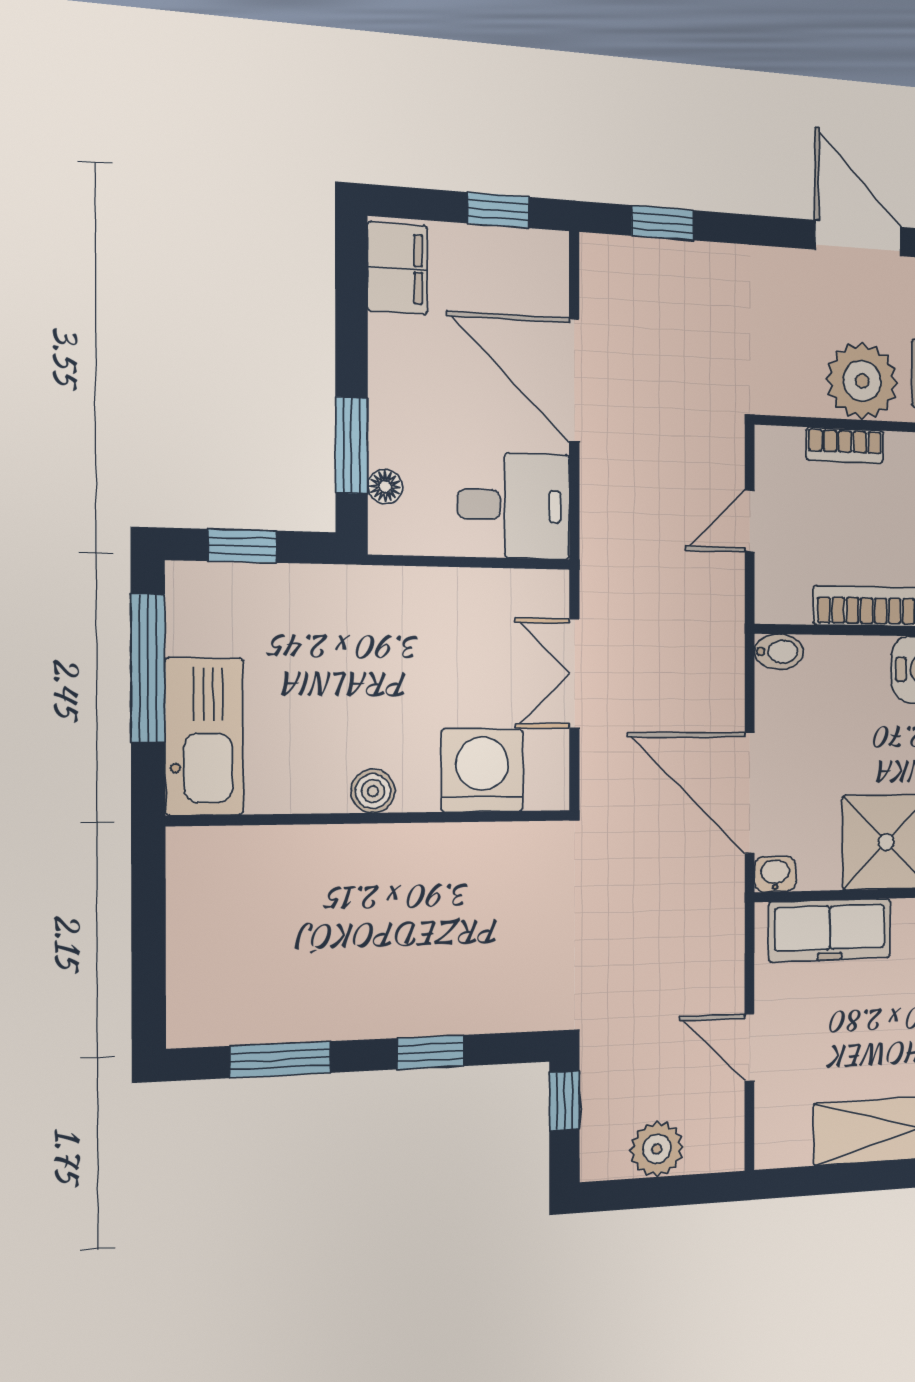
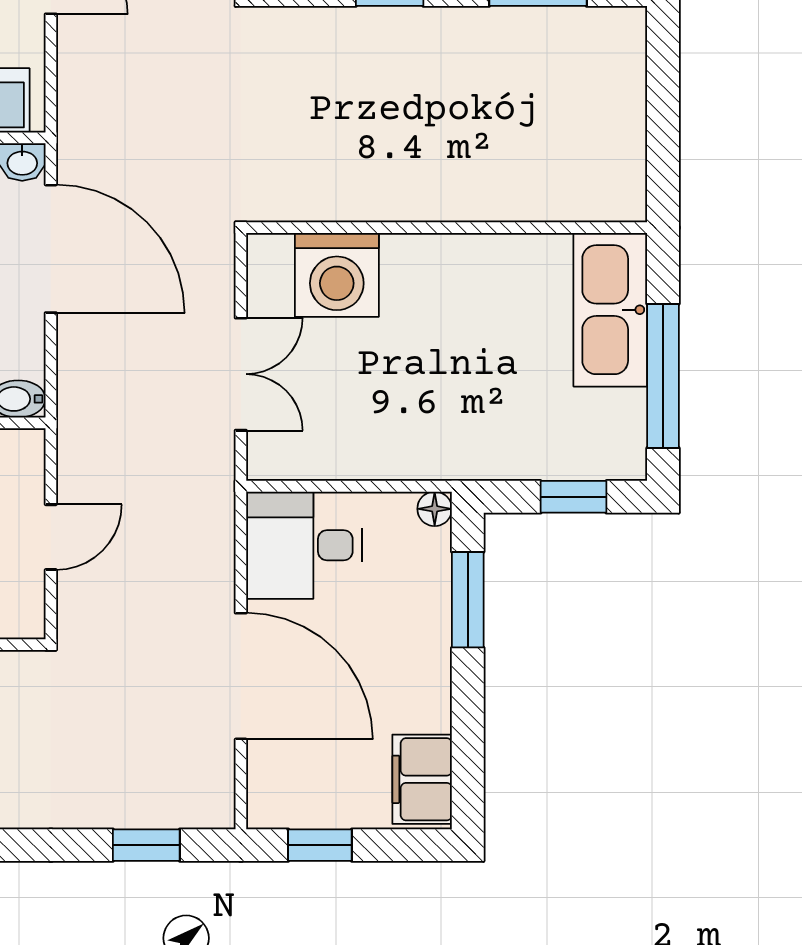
floor lamp: (385, 486) -> (435, 509), moved
boiler: (373, 791) -> (447, 255), removed

